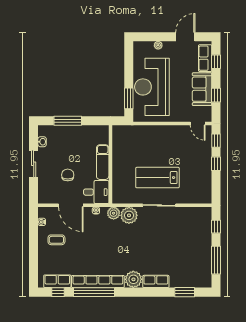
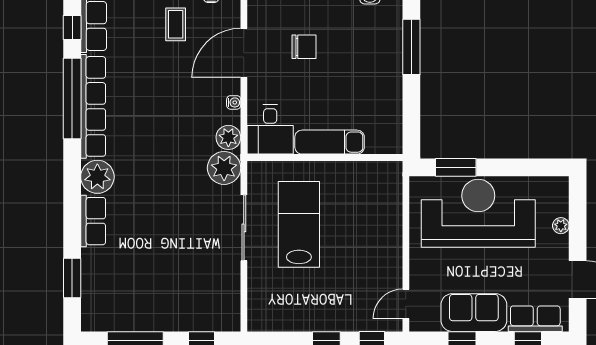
exam couch: (103, 162) -> (330, 142), moved
wall: (110, 164) -> (325, 157), moved
desk: (96, 192) -> (270, 129), moved

